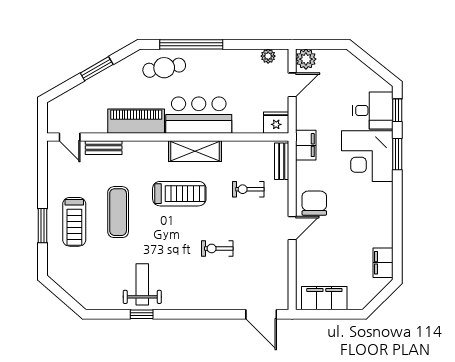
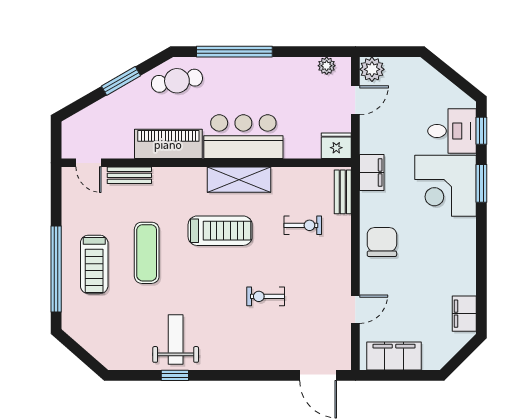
cafe table: (164, 68) -> (177, 81), moved
exercise bike: (248, 189) -> (303, 225), turned 180
window: (43, 226) -> (56, 269), width x2.11
door: (292, 228) -> (355, 309), moved

